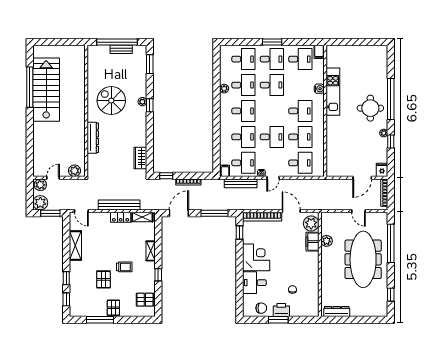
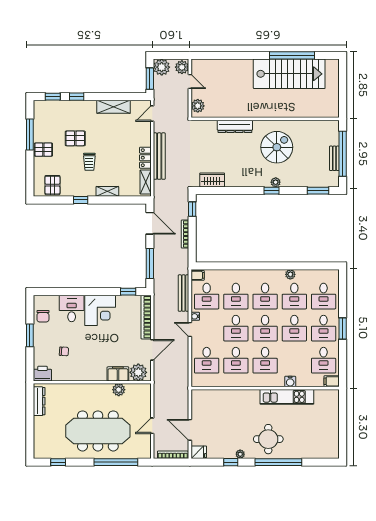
desk: (272, 111) -> (265, 328), added
printer: (281, 310) -> (42, 374), moved, turned -90

